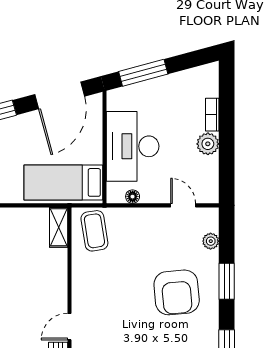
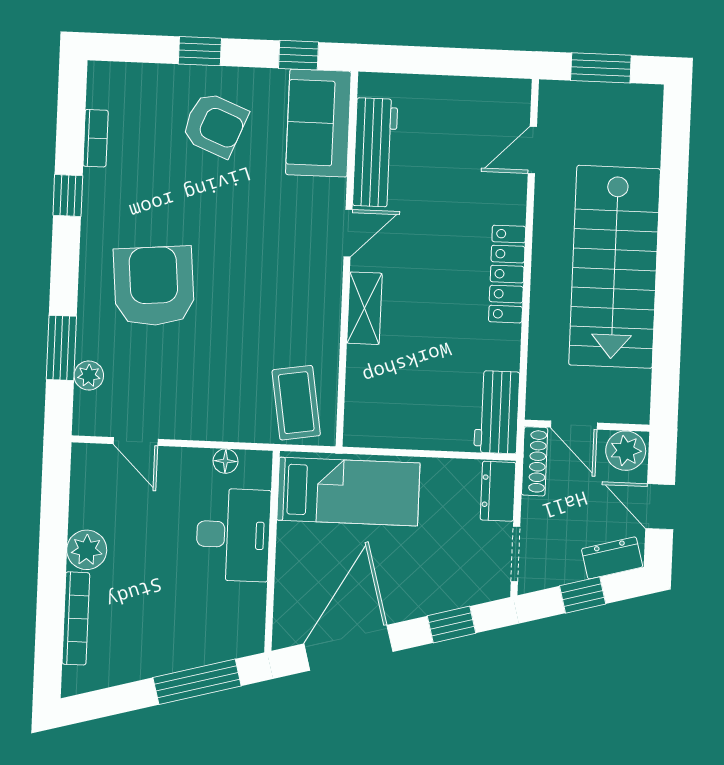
bookcase: (212, 115) -> (76, 618), width x1.56
desk: (133, 146) -> (233, 535), width x0.73, depth x0.77
shelving: (59, 227) -> (364, 308), moved
window: (227, 281) -> (61, 348), moved

